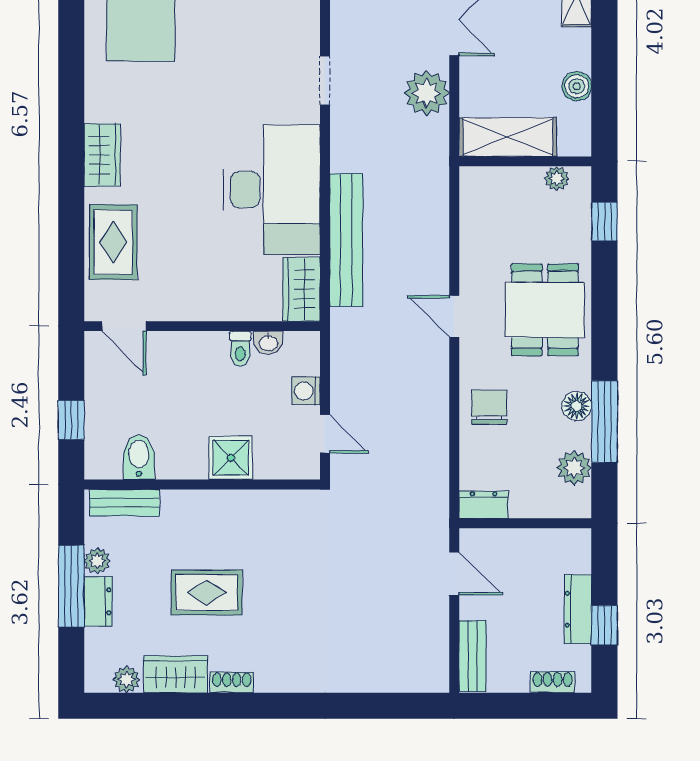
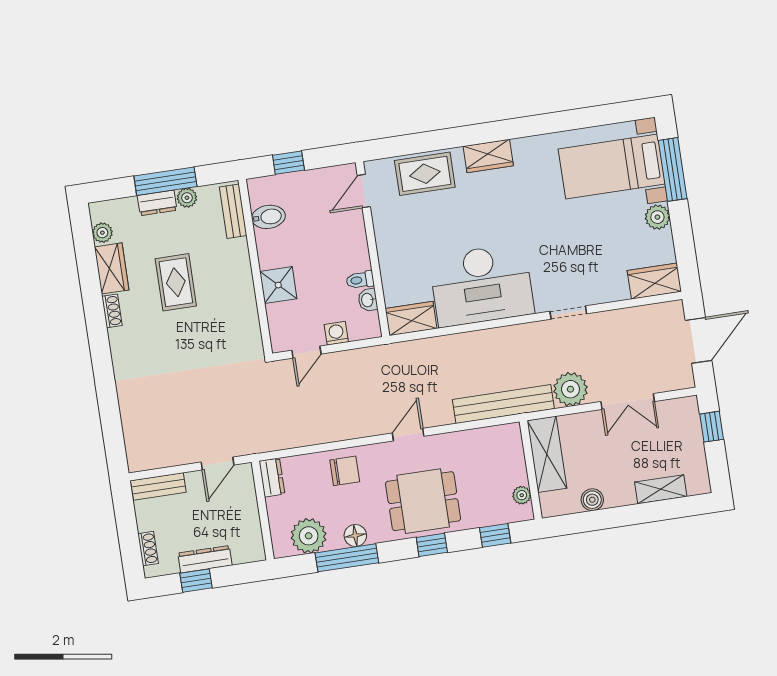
bench: (346, 240) -> (503, 404), moved
window: (604, 307) -> (432, 545), added
plant: (574, 468) -> (309, 536), width x1.36, depth x1.36

